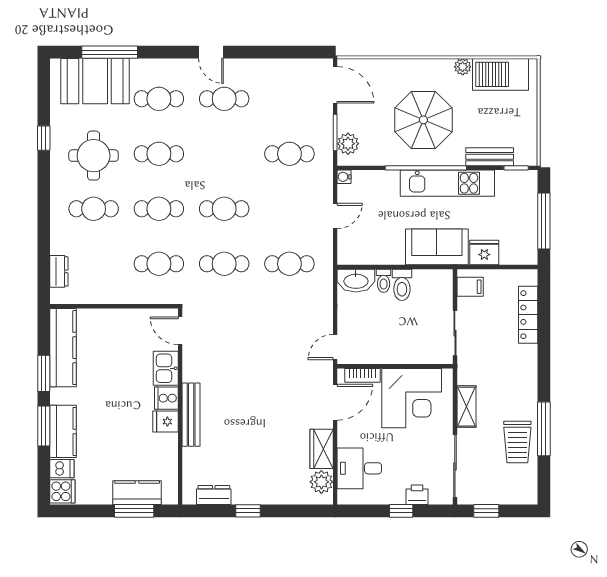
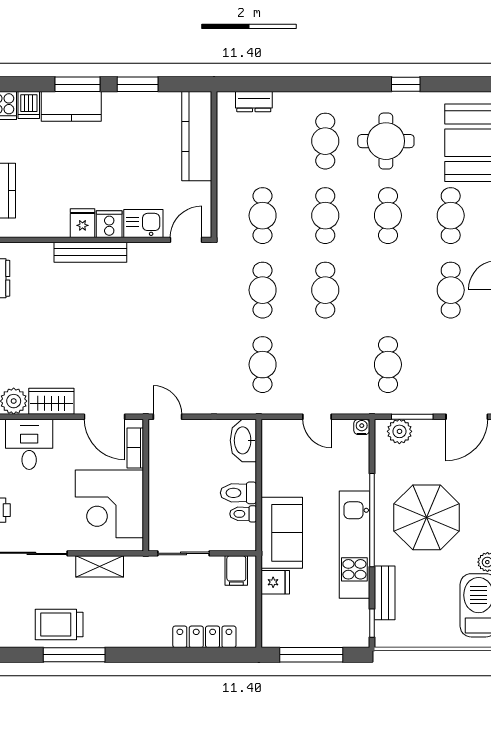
fridge: (484, 253) -> (275, 582), width x0.72
toilet: (384, 281) -> (243, 514), moved
kitchen counter: (63, 348) -> (197, 136), moved, turned 90

